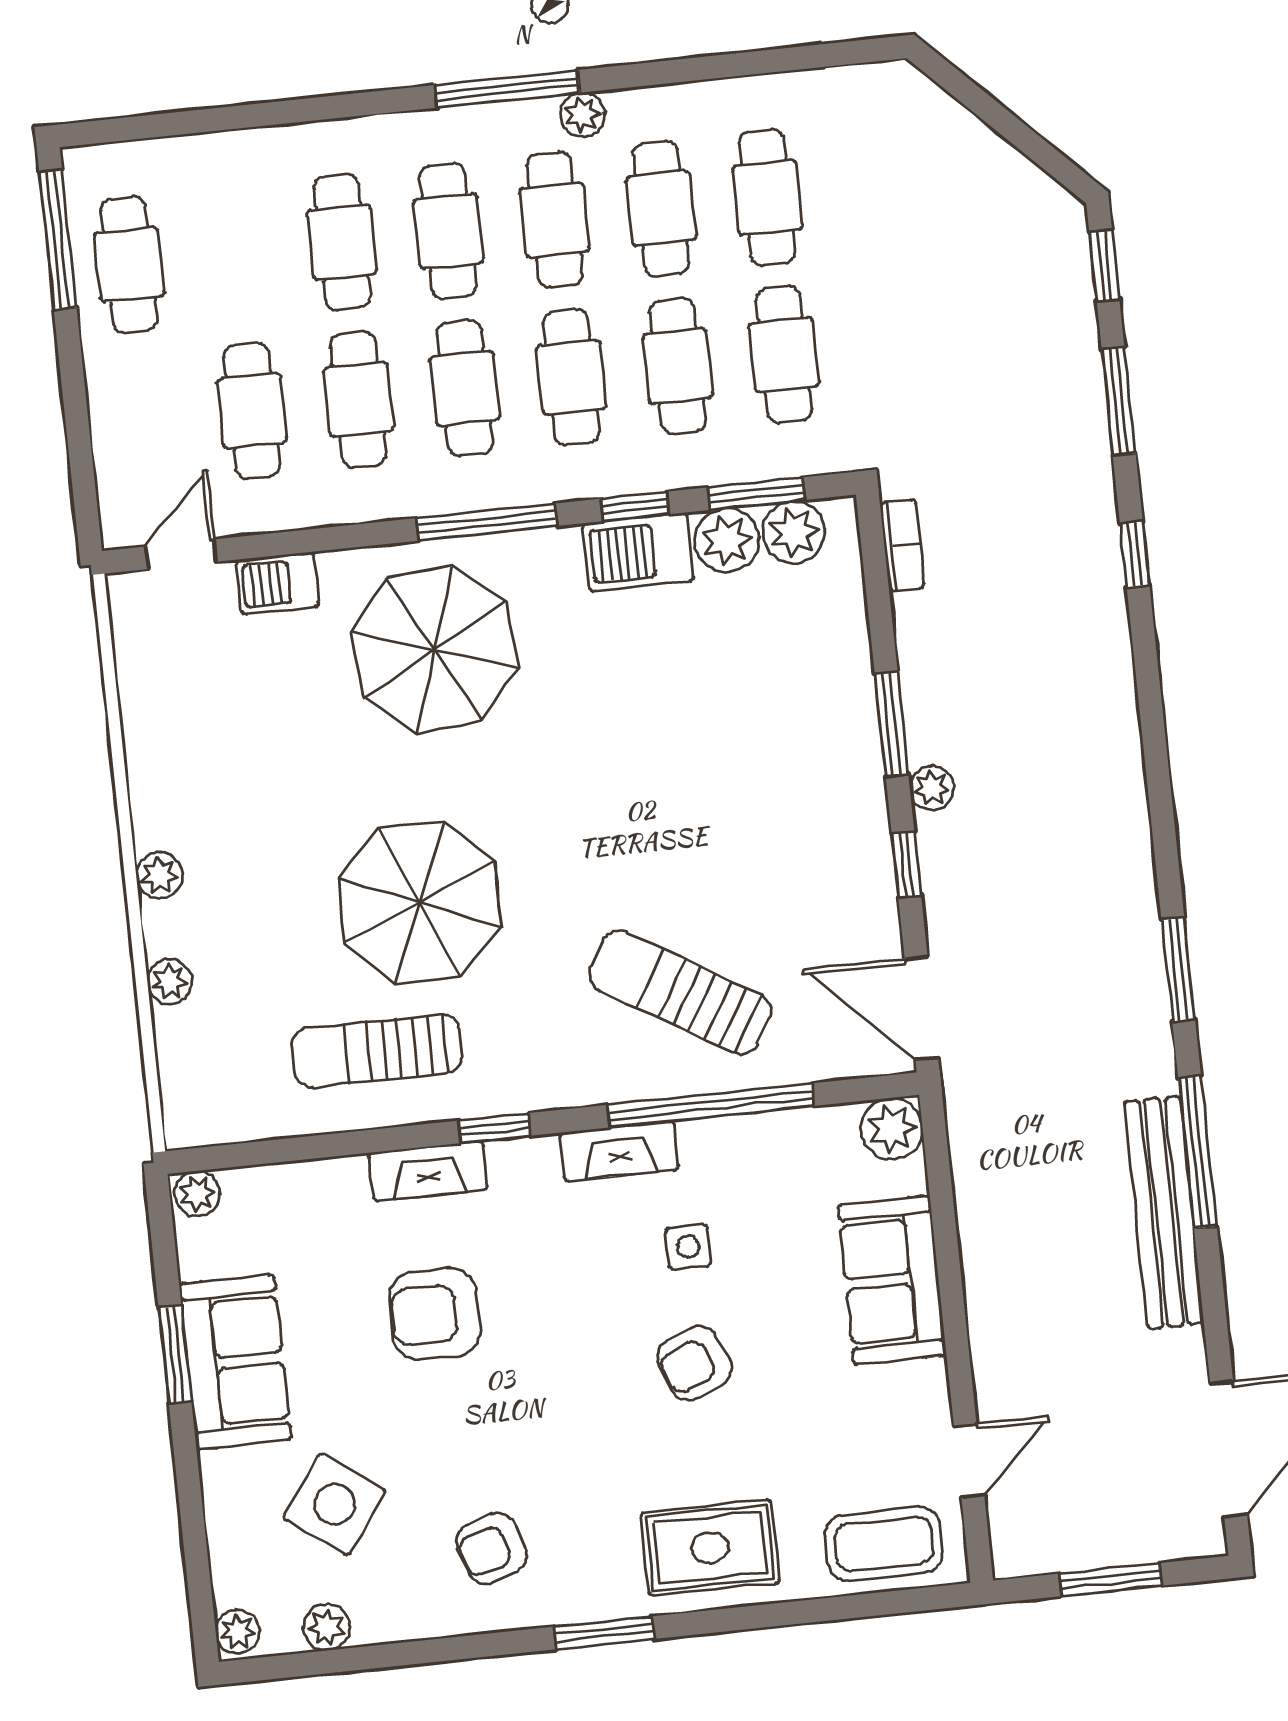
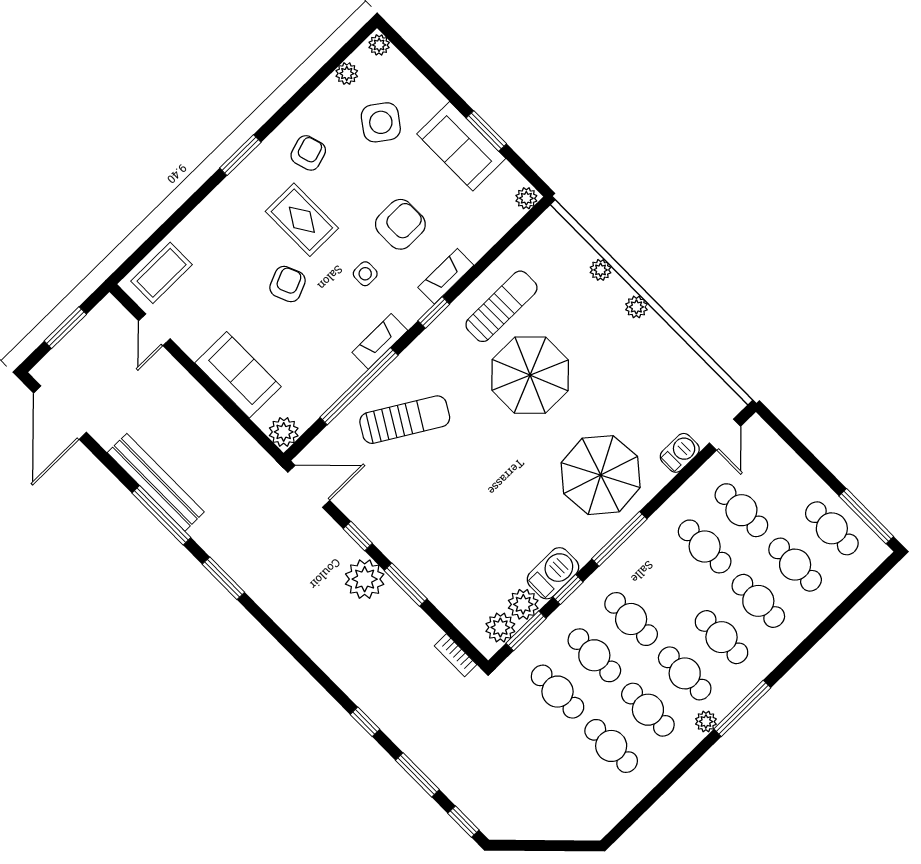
cafe table: (465, 388) -> (795, 565), moved
plant: (932, 788) -> (365, 579), width x1.87, depth x1.87
side table: (688, 1247) -> (365, 274), moved
rug: (710, 1548) -> (302, 220), moved, turned 90

